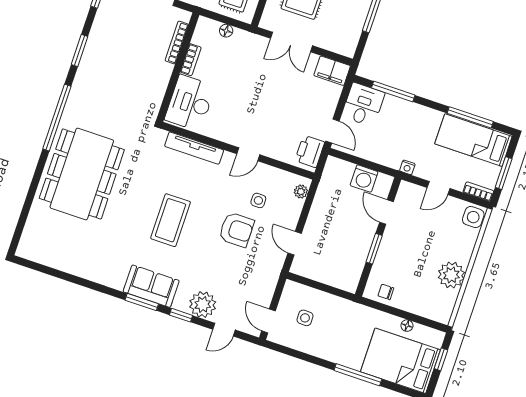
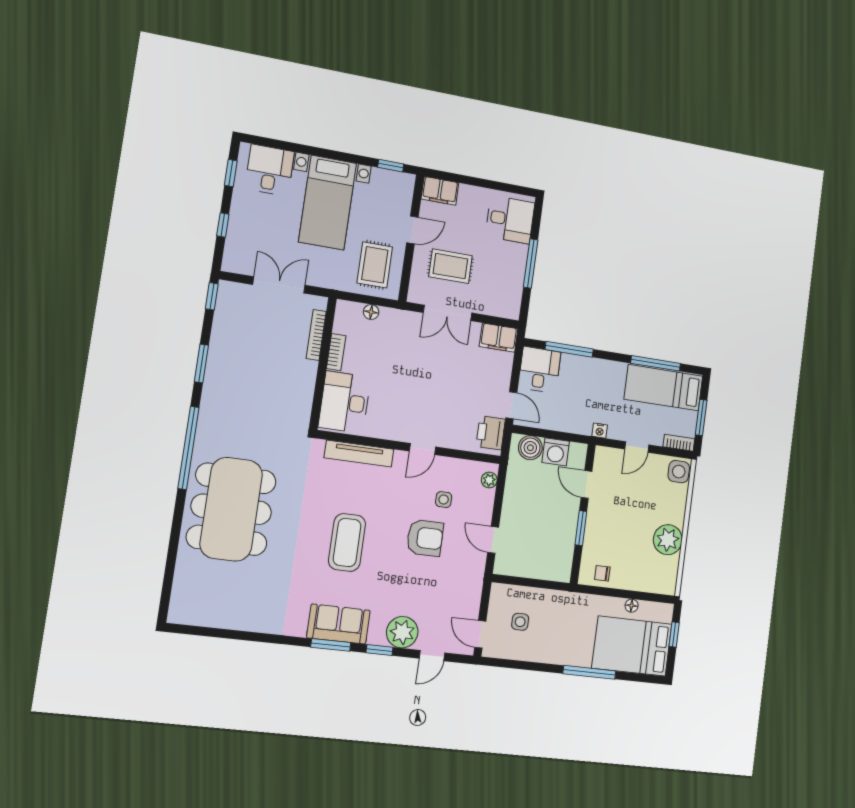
boiler: (342, 171) -> (530, 448), added

